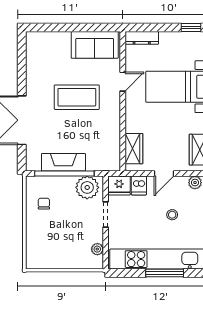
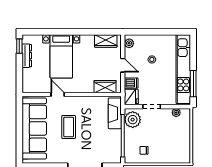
dresser: (142, 38) -> (27, 56), moved
sofa: (95, 45) -> (34, 128), width x1.85, depth x1.27
coffee table: (77, 97) -> (69, 127), width x0.73, depth x0.76
fireplace: (63, 162) -> (115, 113), moved
window: (165, 273) -> (193, 84), moved

